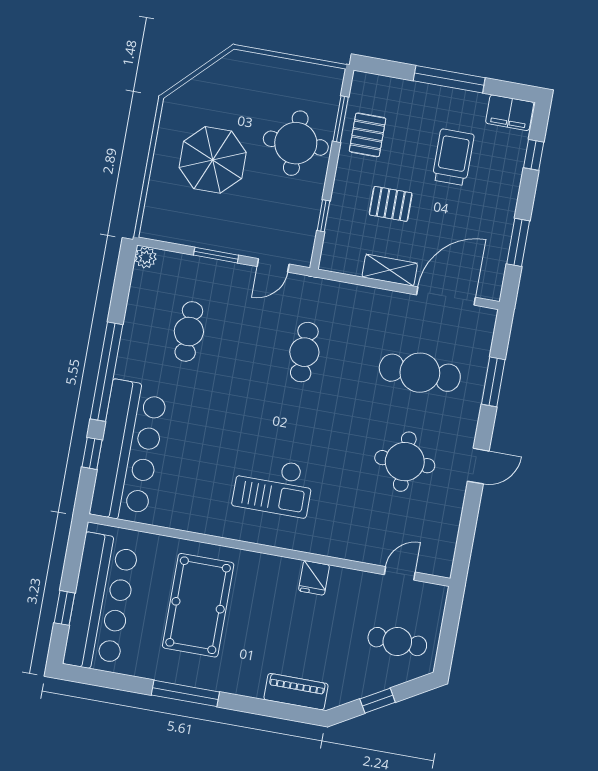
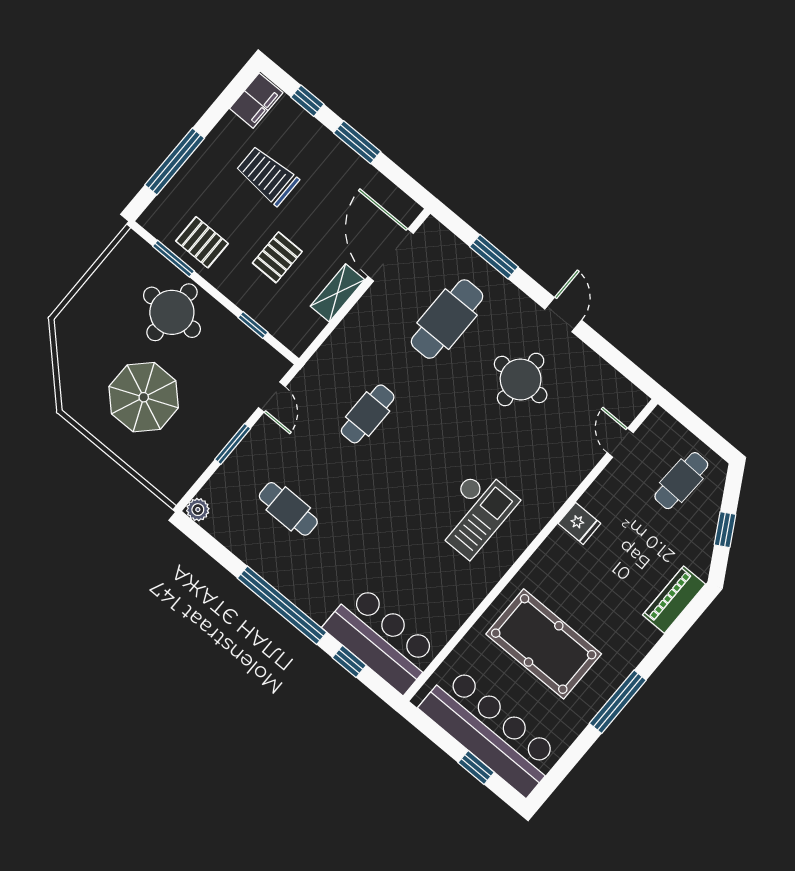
window: (449, 79) -> (175, 161), moved
window: (518, 242) -> (357, 142), moved
cafe table: (304, 352) -> (368, 414), turned 90
bar counter: (129, 451) -> (381, 639), width x0.73

